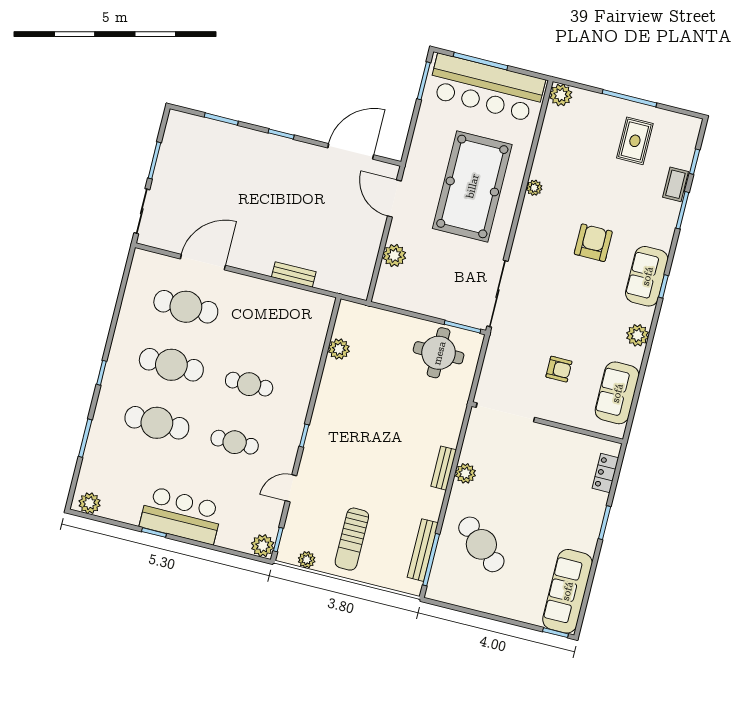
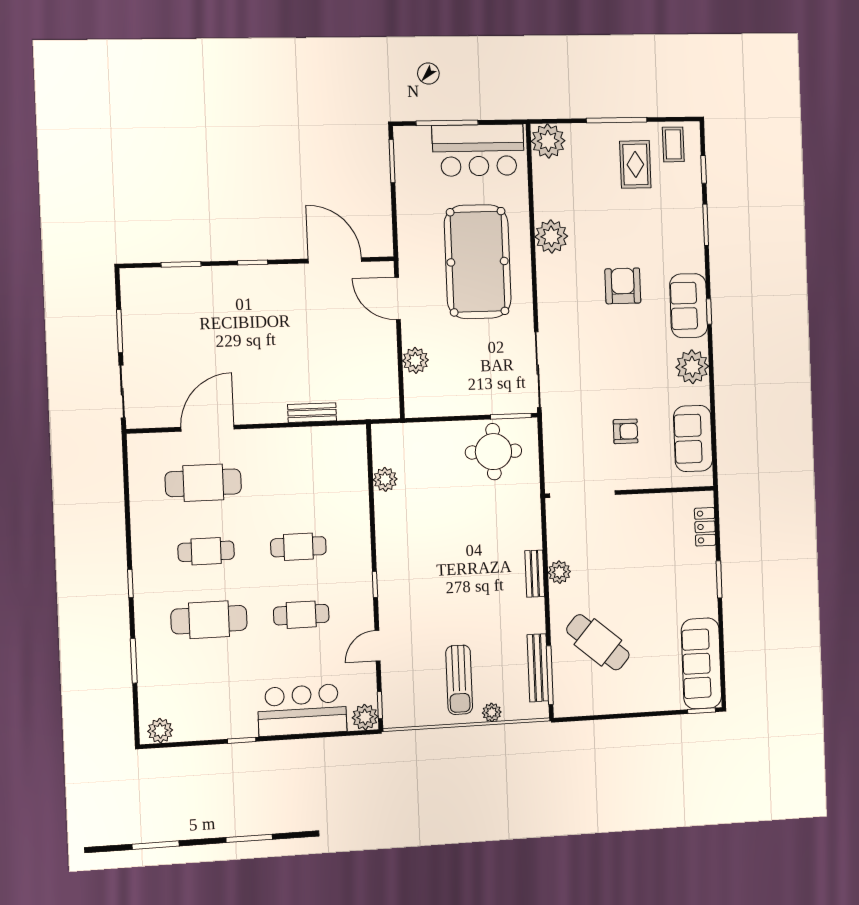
bar counter: (486, 88) -> (478, 150), width x0.73
plant: (561, 95) -> (548, 141), width x1.36, depth x1.36
door: (351, 151) -> (335, 260), hinge flipped
coffee table: (675, 184) -> (673, 144), moved
plant: (534, 188) -> (551, 236), width x1.88, depth x1.88
plant: (638, 335) -> (692, 367), width x1.36, depth x1.36
cafe table: (171, 365) -> (206, 551), width x0.73, depth x0.74
bar counter: (181, 515) -> (302, 710), moved
plant: (307, 560) -> (492, 712), moved

